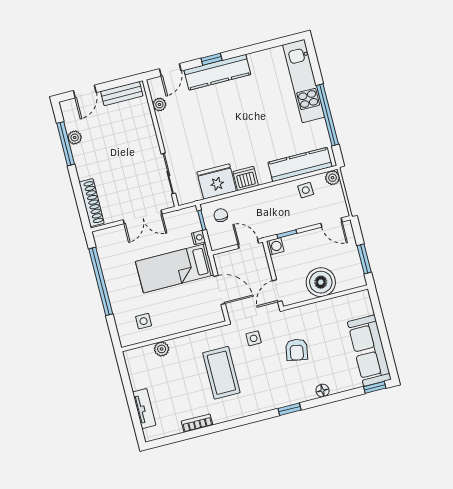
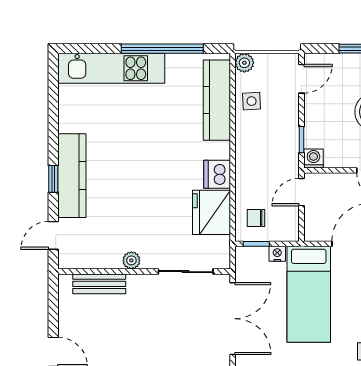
door: (170, 70) -> (53, 235), swing flipped
bench: (122, 94) -> (99, 284), moved, turned 90
plant: (159, 104) -> (131, 260), moved
double door: (143, 217) -> (233, 319), width x1.37

